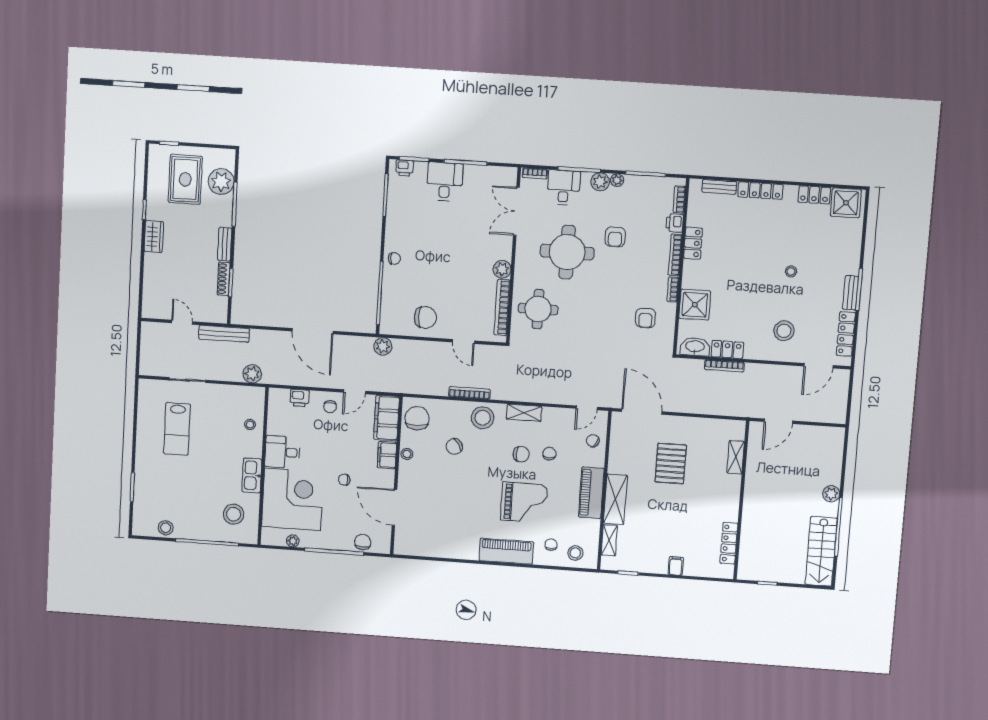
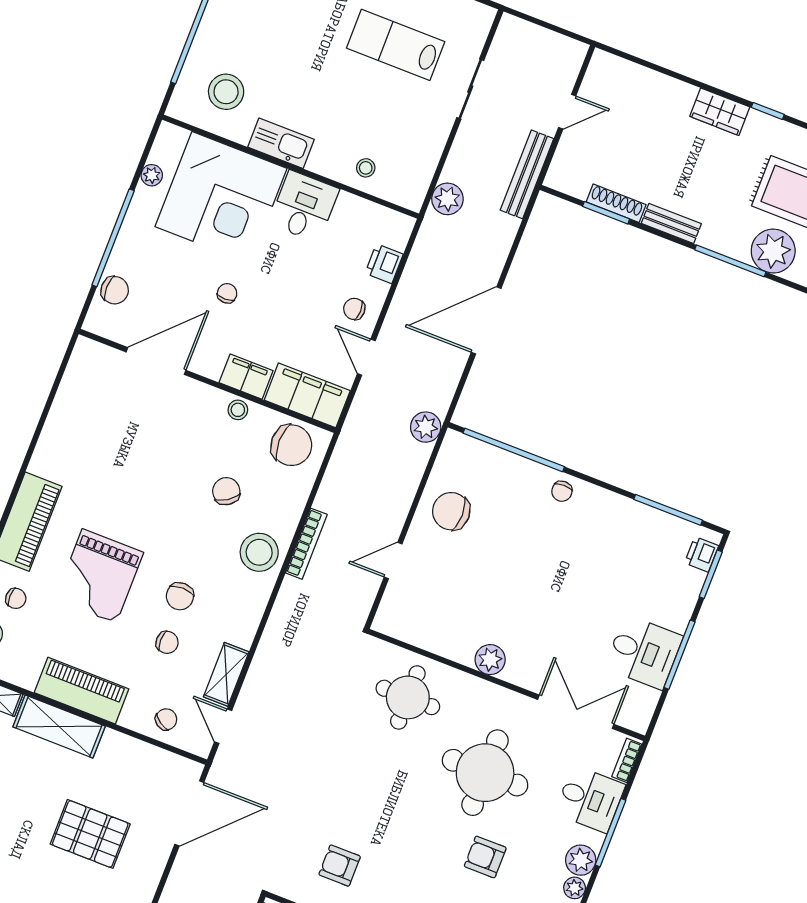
desk: (445, 182) -> (644, 652), moved
bookcase: (502, 307) -> (429, 640), removed
chair: (425, 317) -> (451, 511), turned 90
shelving: (524, 413) -> (226, 674), moved

